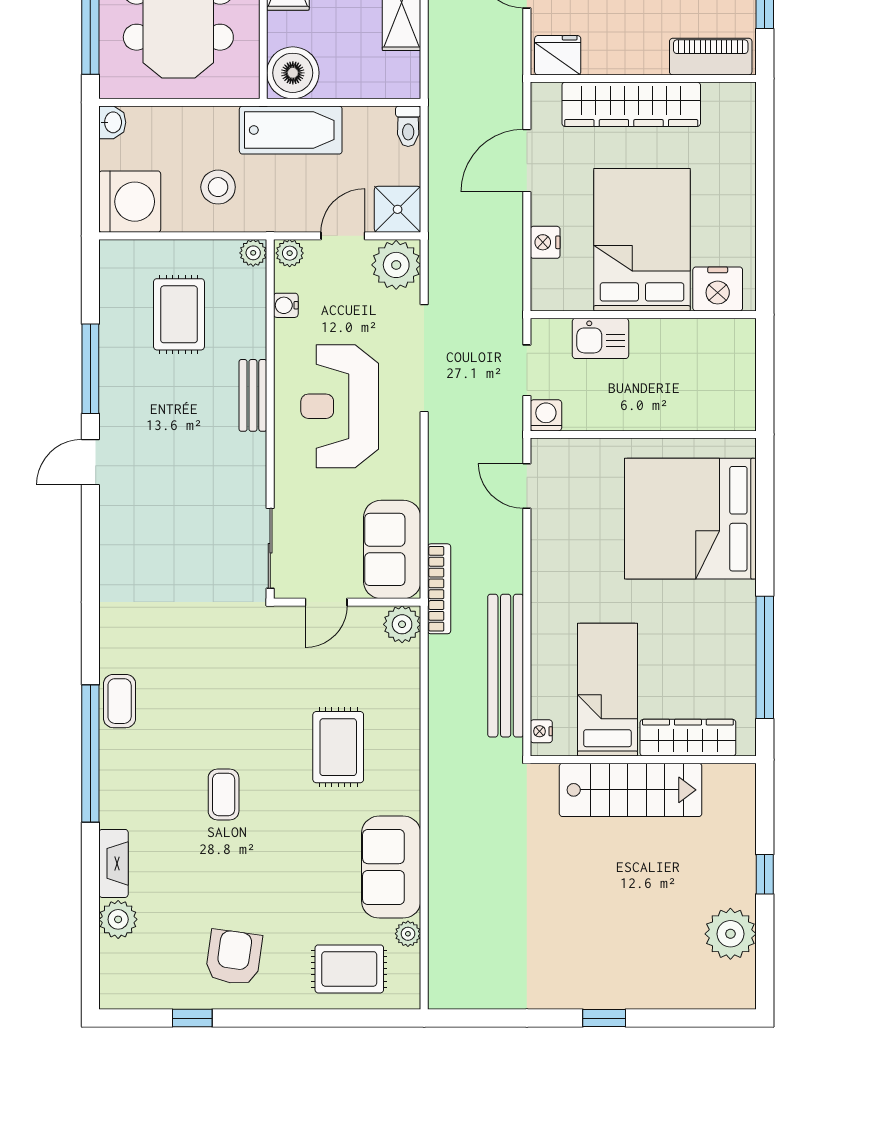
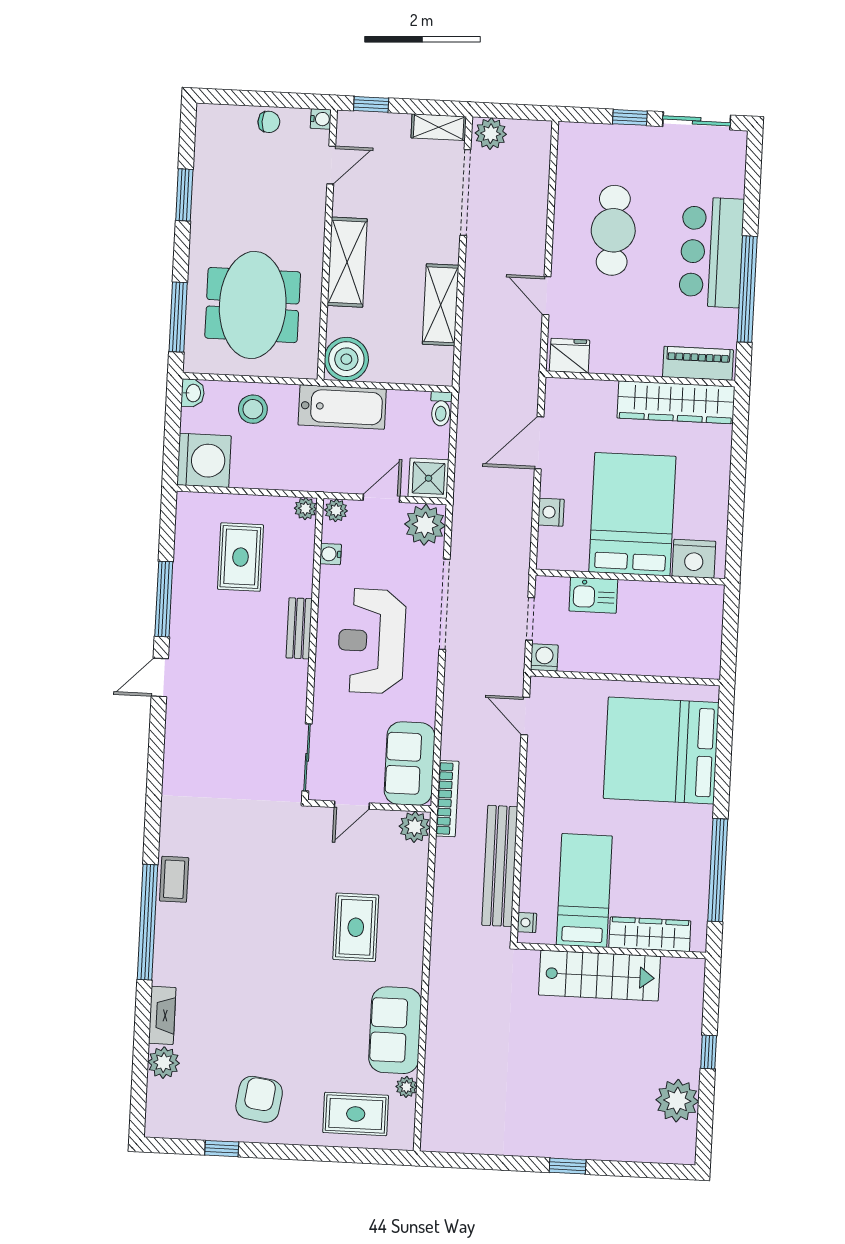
wardrobe: (631, 104) -> (676, 402), moved
stool: (218, 187) -> (253, 409), moved
coffee table: (224, 794) -> (258, 962), removed

